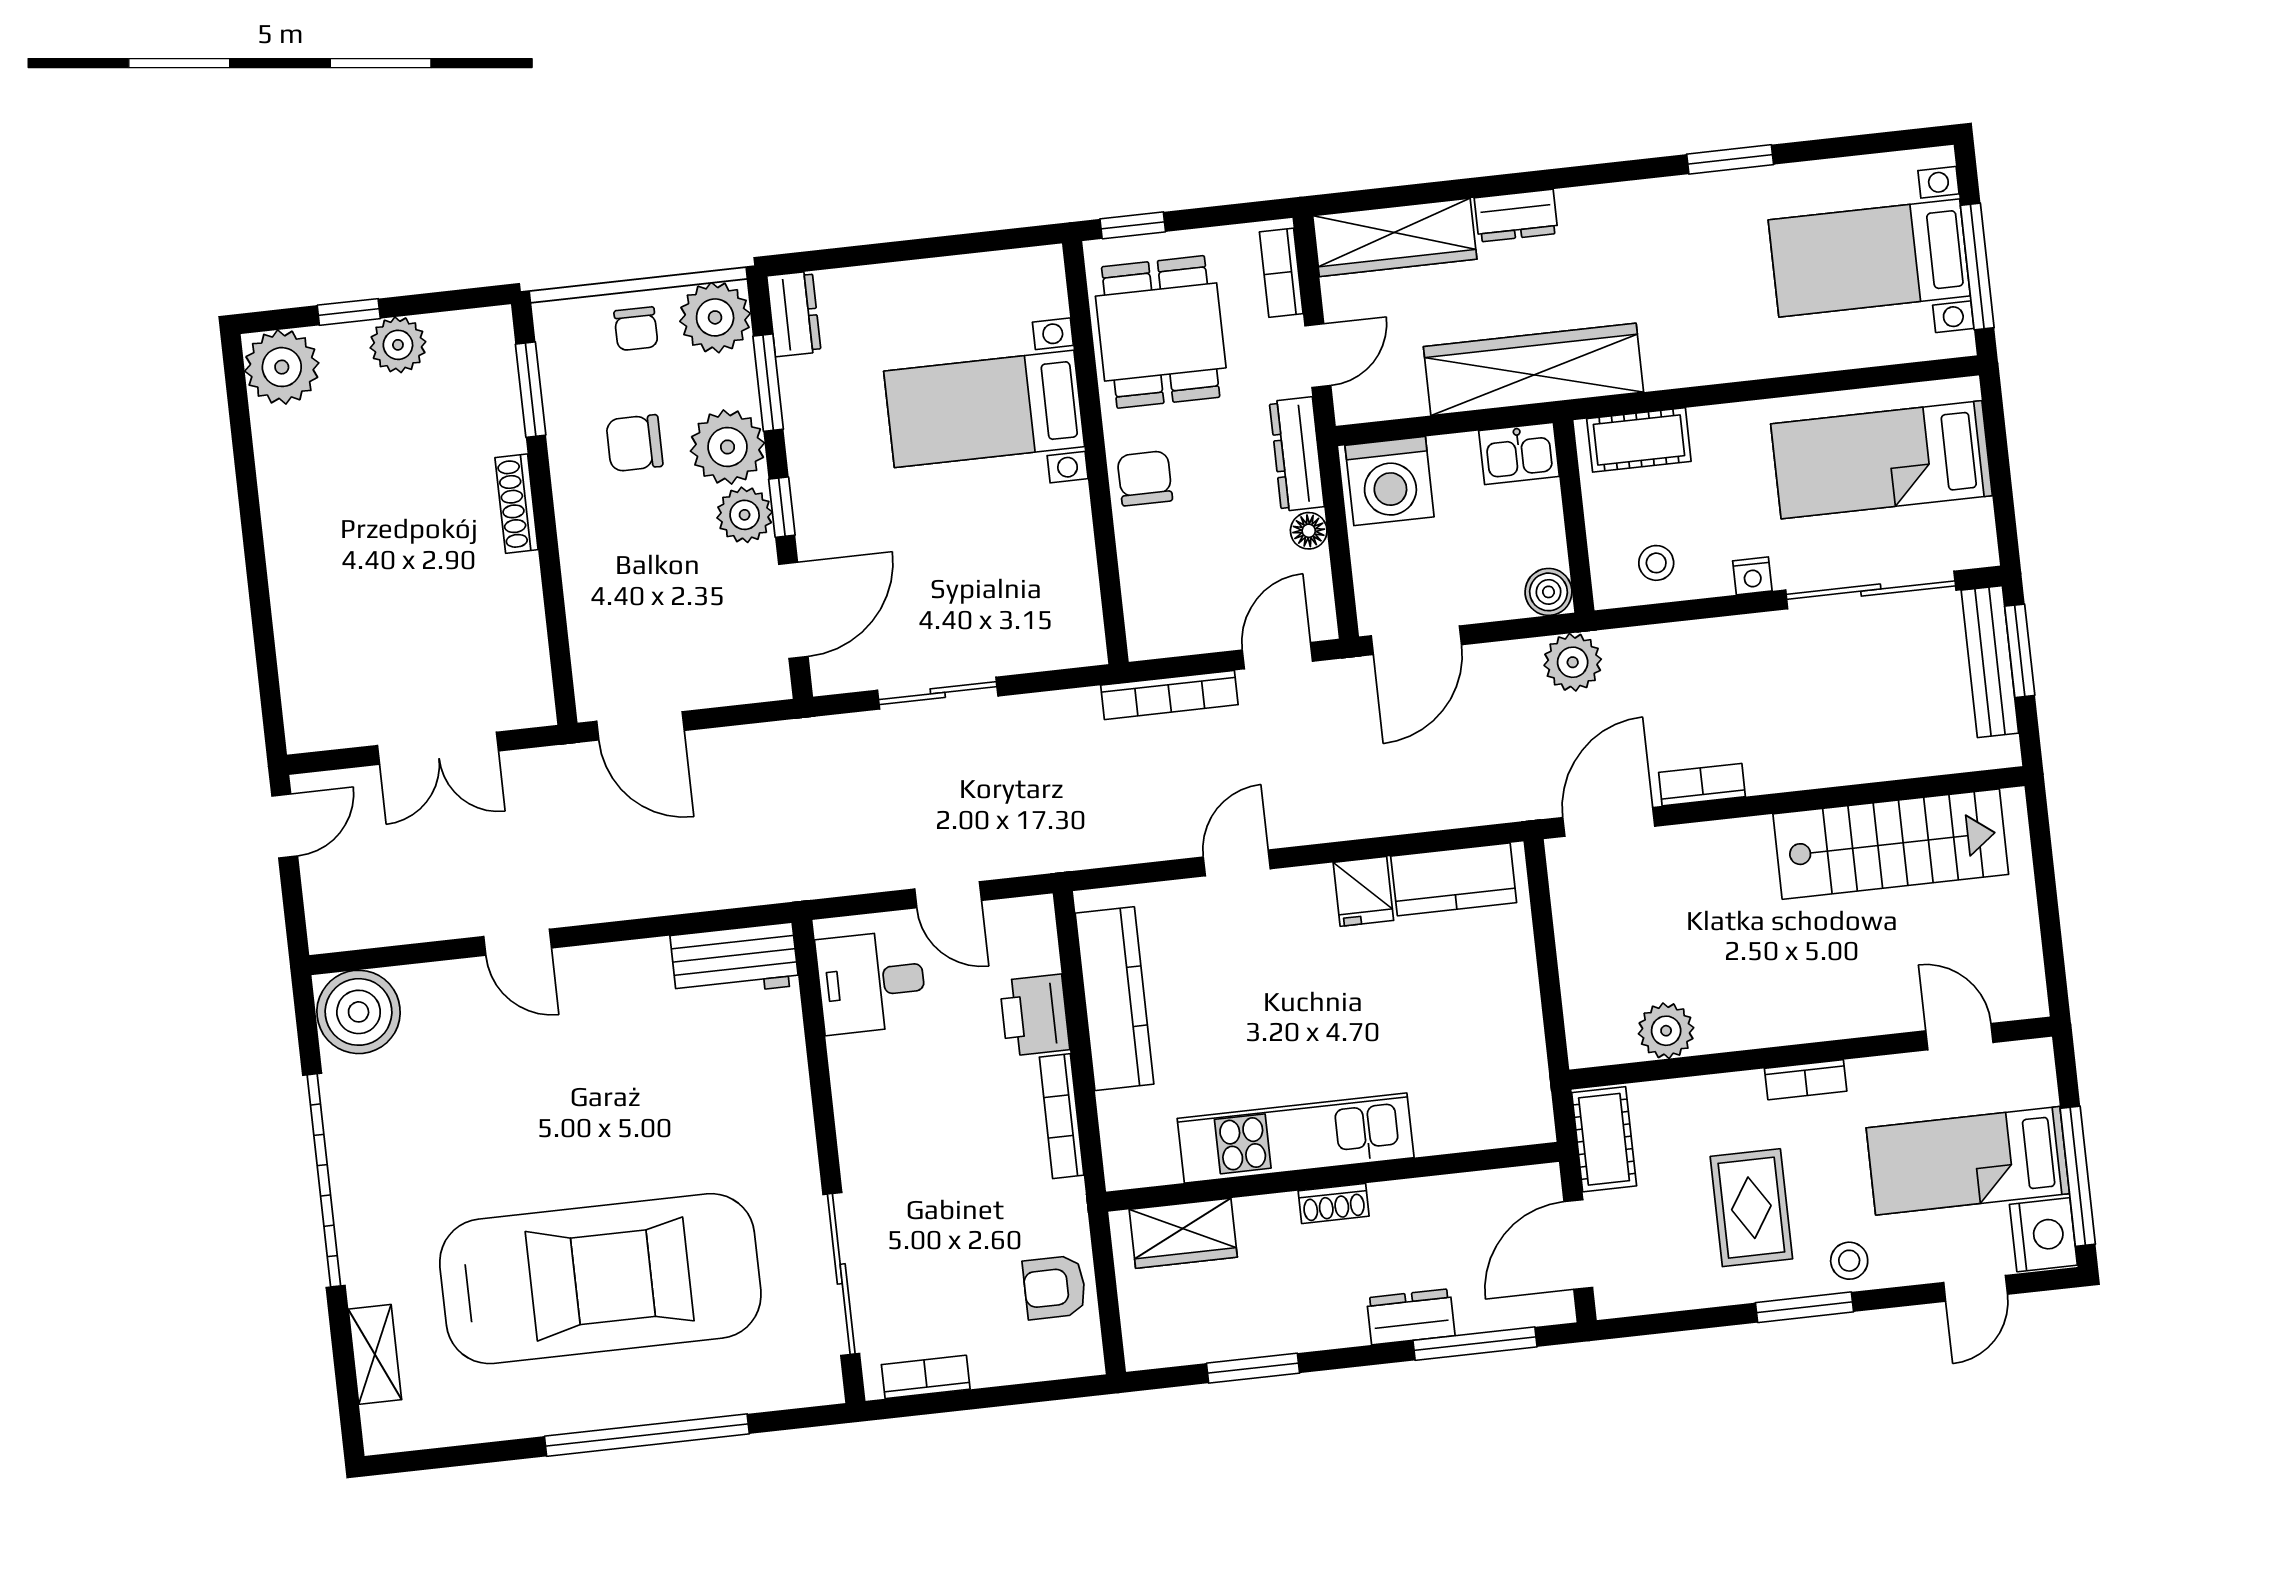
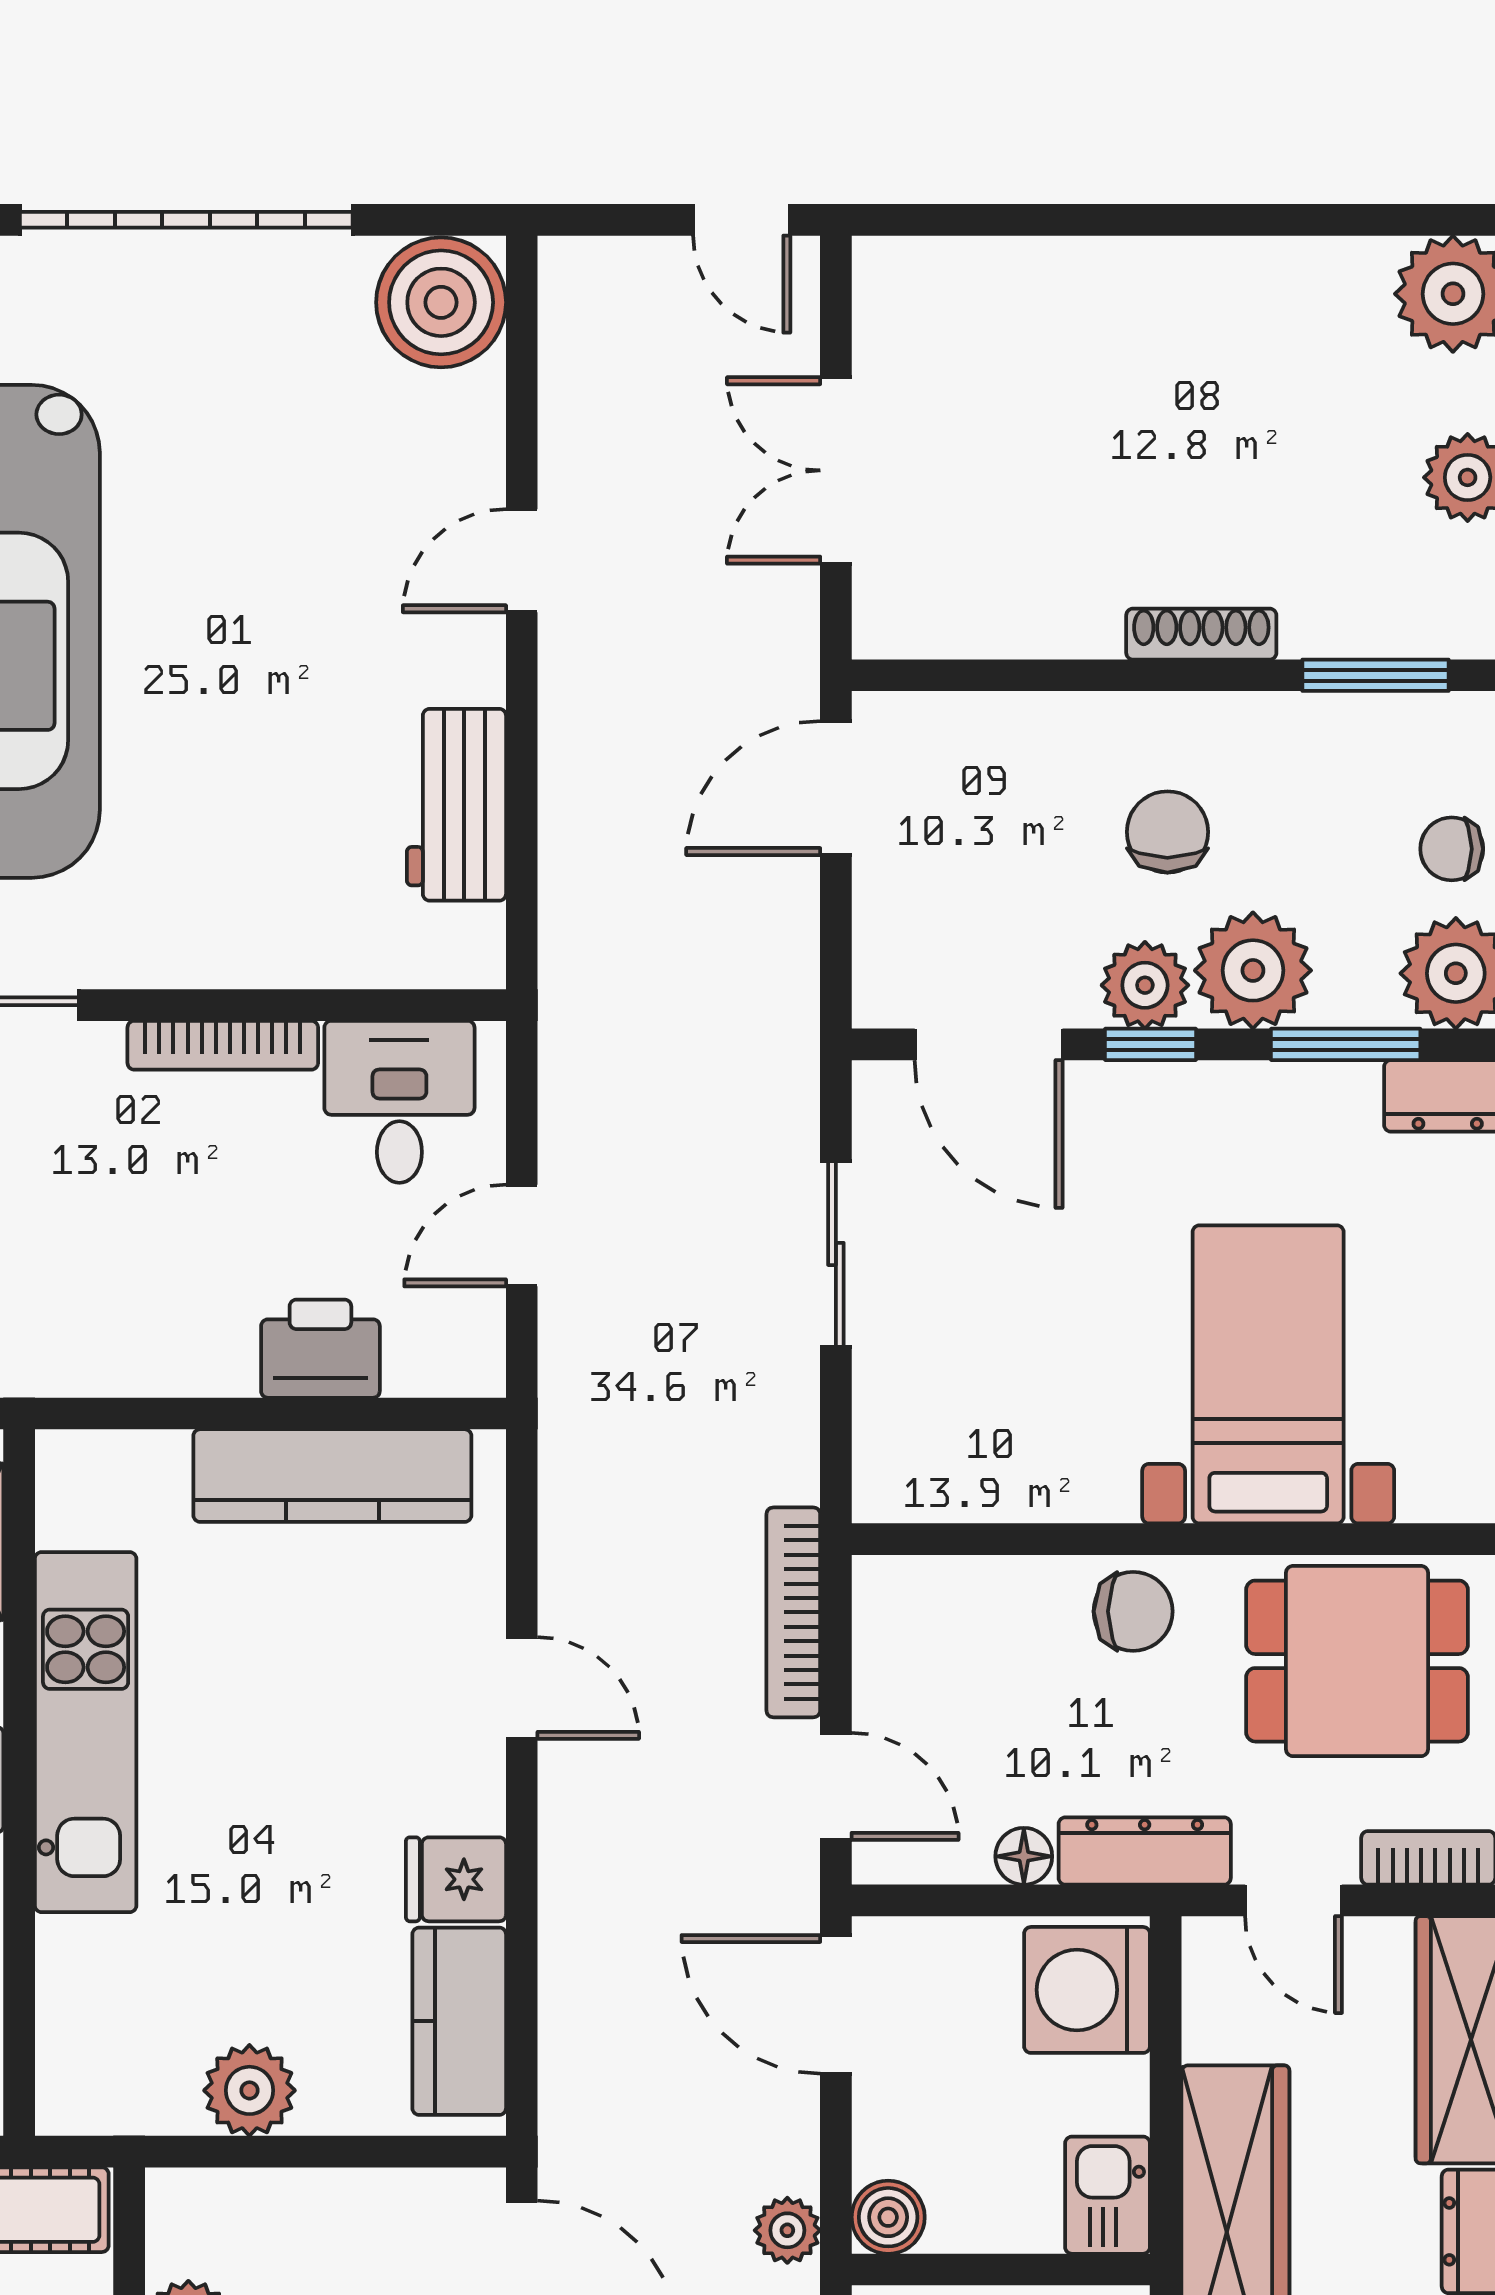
chair: (634, 443) -> (1167, 832), moved
plant: (1573, 662) -> (787, 2230), width x0.73, depth x0.73
workbench: (735, 960) -> (456, 805), moved
plant: (1513, 1008) -> (249, 2090), added
bookcase: (1062, 1116) -> (223, 1045), moved, turned 180

